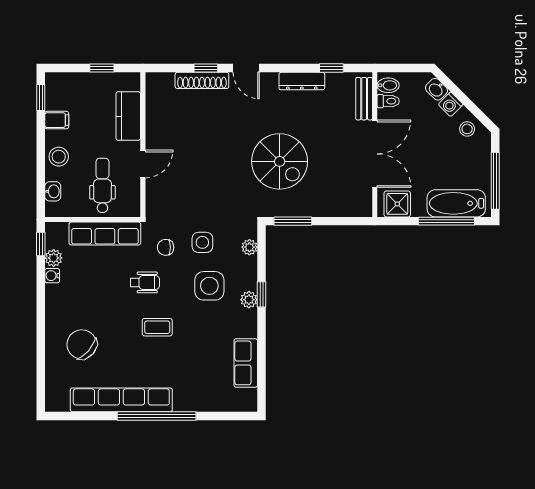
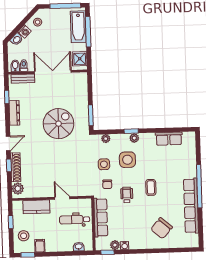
plant: (163, 83) -> (18, 189), added
stool: (59, 157) -> (24, 236), moved

